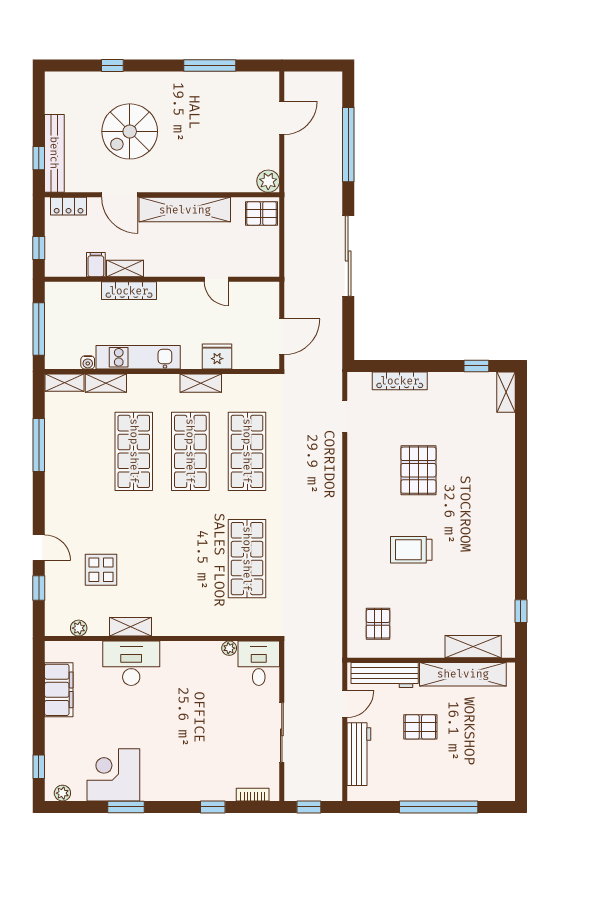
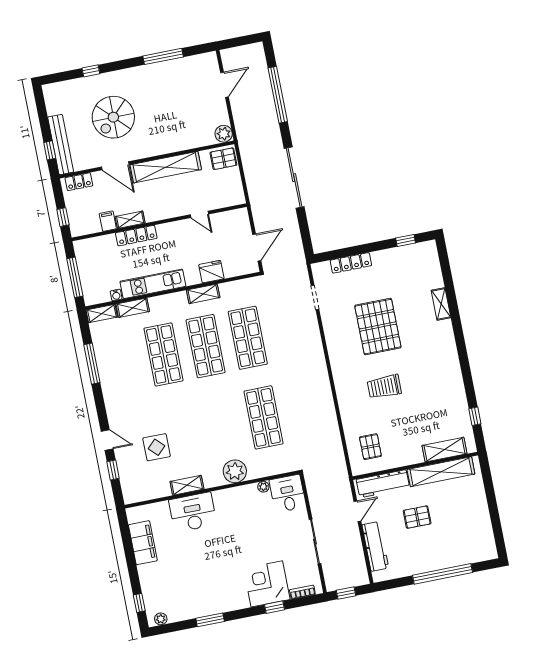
shelving: (506, 392) -> (441, 304), moved
pallet: (418, 470) -> (378, 327), width x1.37, depth x1.41
plant: (79, 628) -> (235, 471), moved, width x1.87, depth x1.87
corner desk: (113, 775) -> (267, 584), moved

